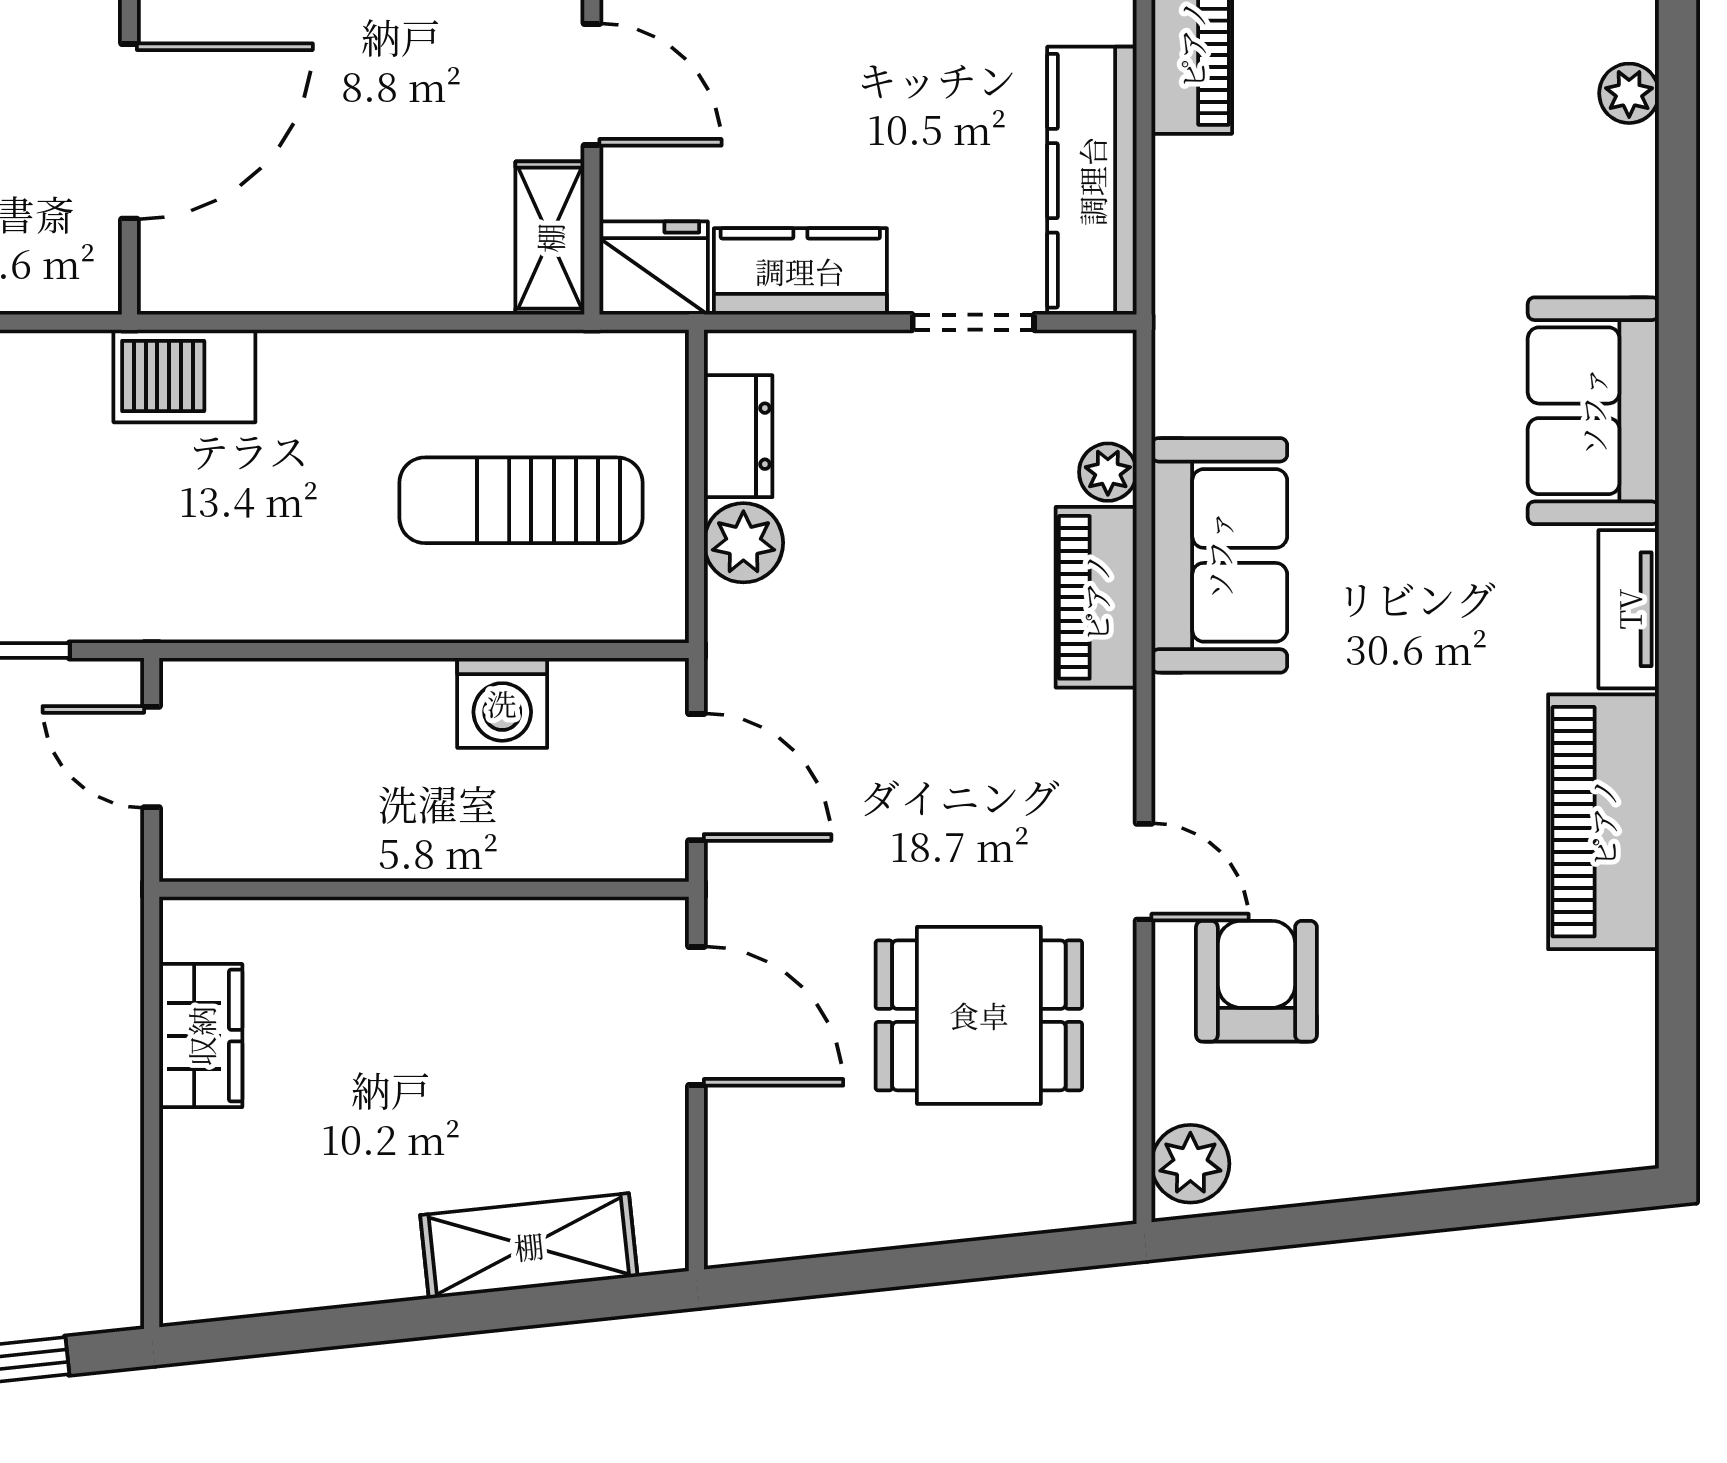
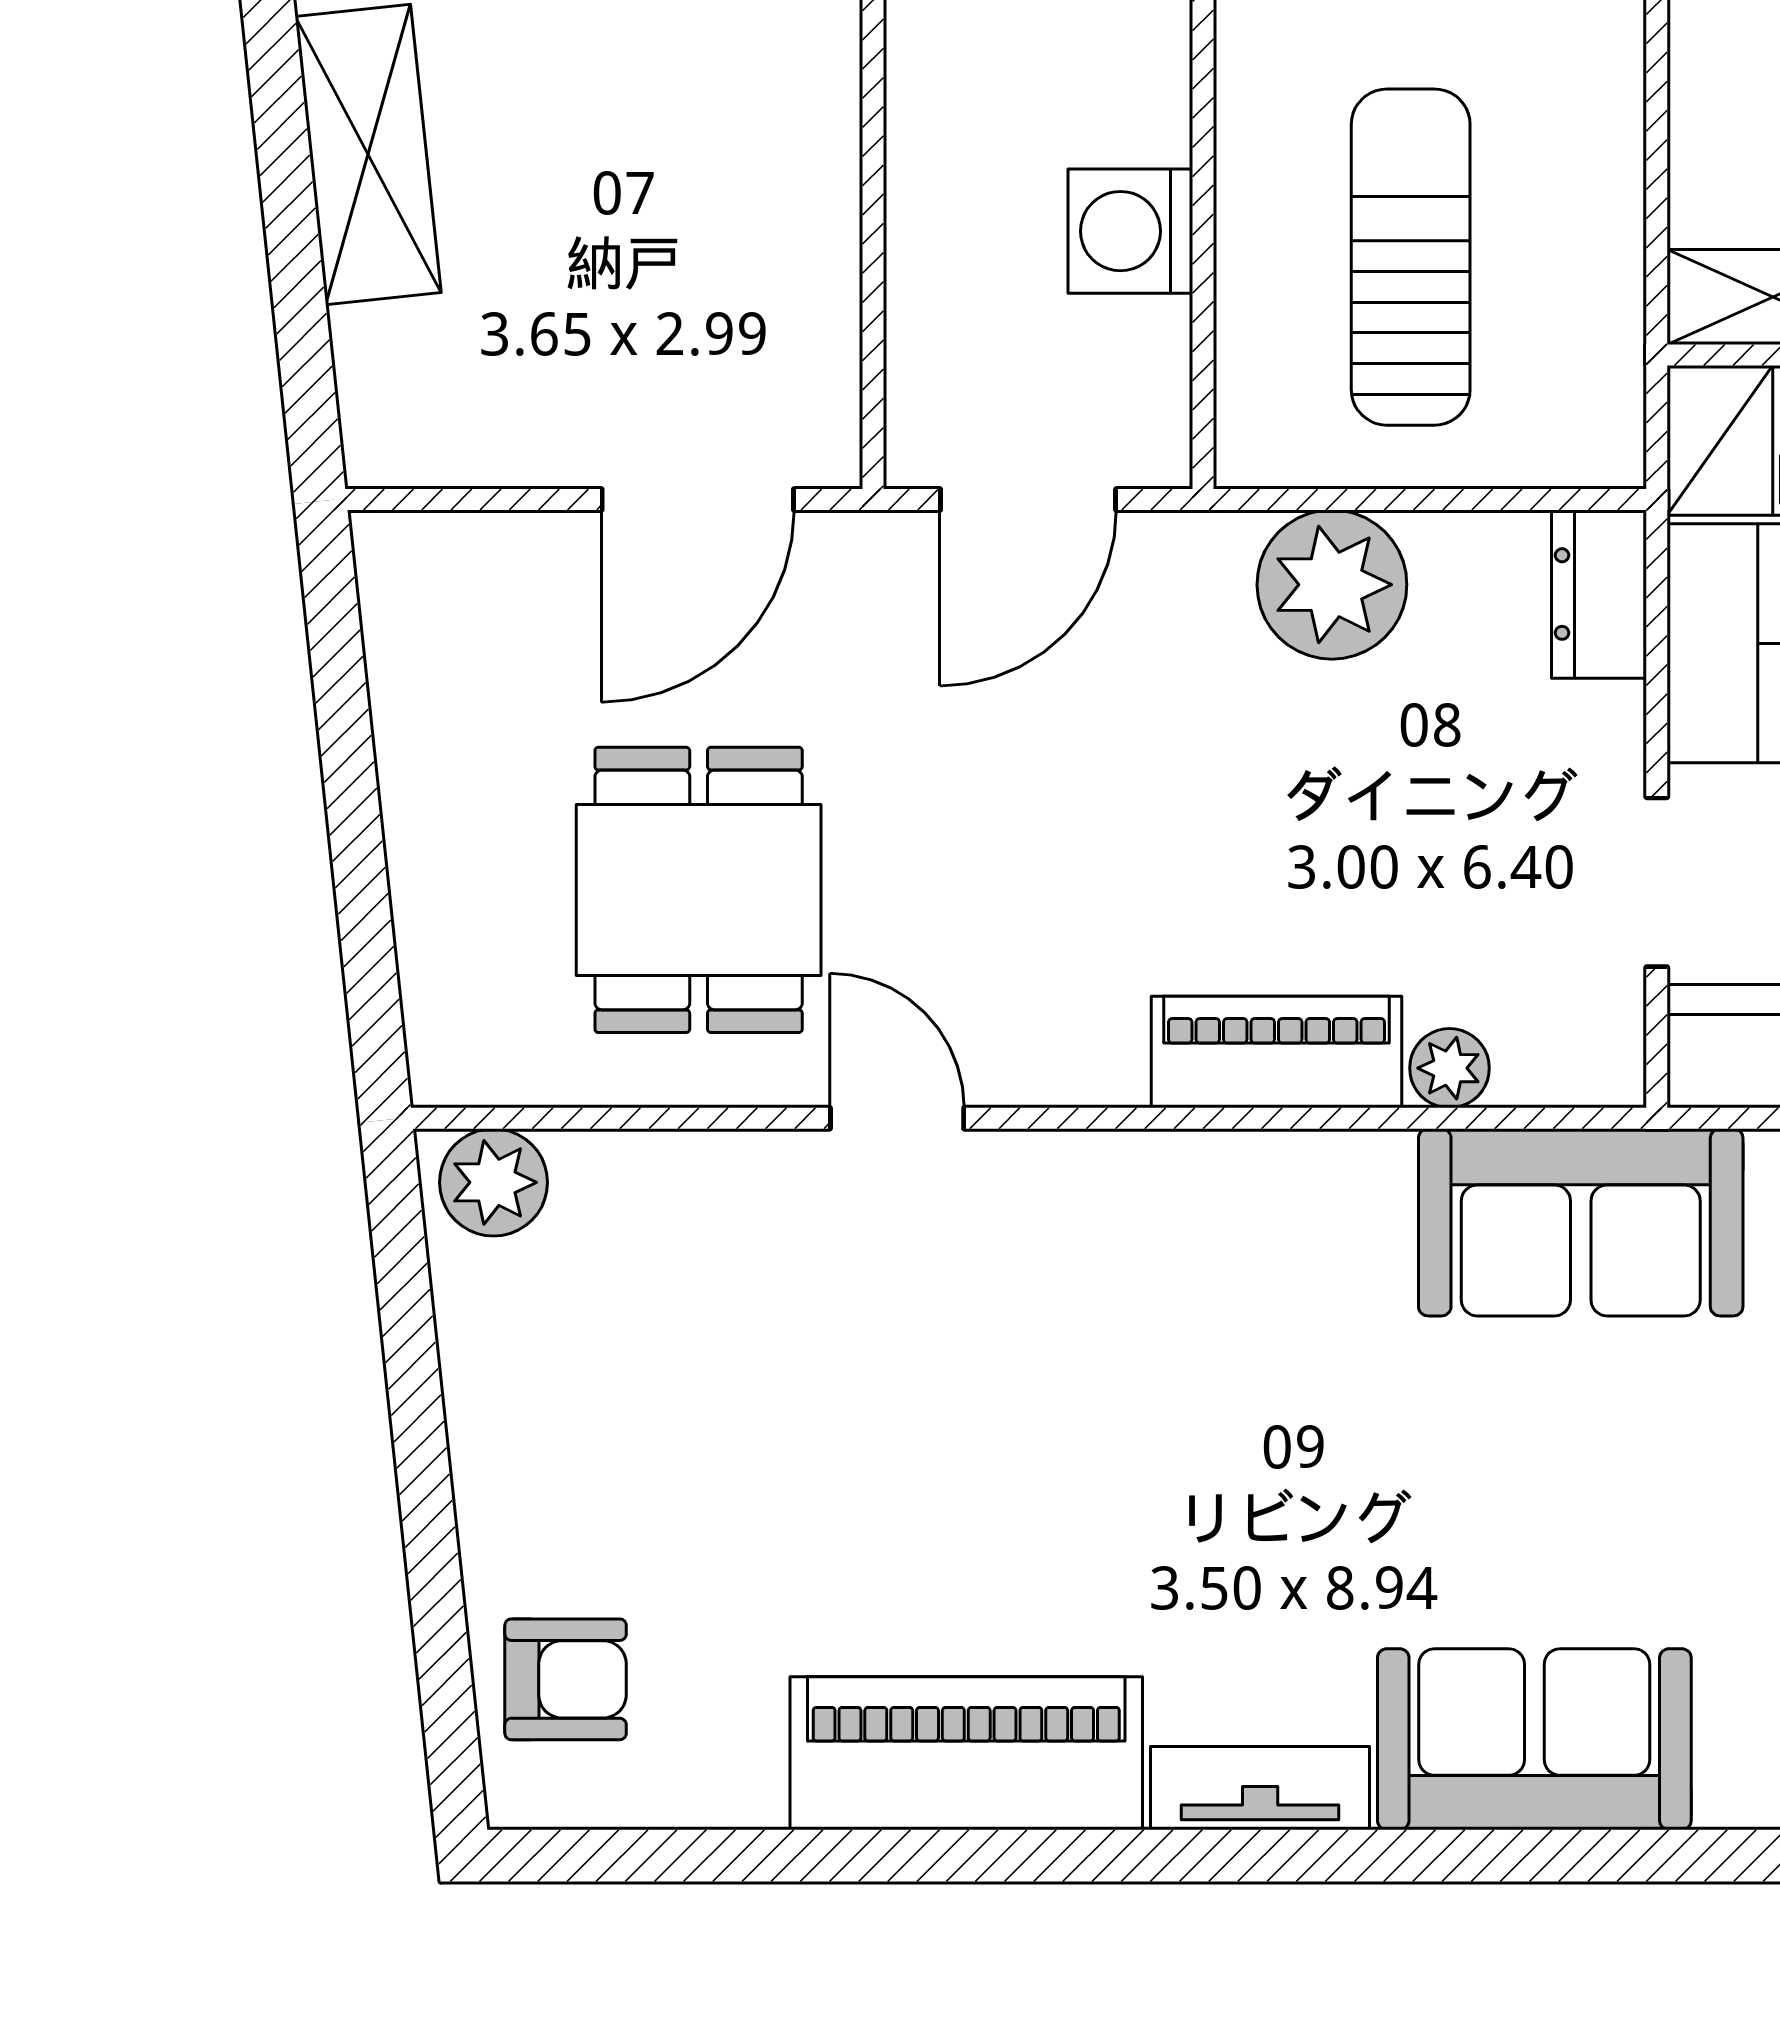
dresser: (738, 436) -> (1599, 594), moved, turned 90
plant: (743, 543) -> (1332, 585), width x1.36, depth x1.36
sofa: (1219, 555) -> (1581, 1222), moved
door: (1144, 872) -> (897, 1118), swing flipped
armchair: (1256, 981) -> (566, 1679), moved, width x0.72, depth x0.72
shelving: (529, 1246) -> (368, 155), moved

